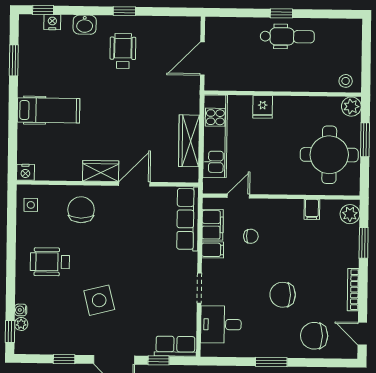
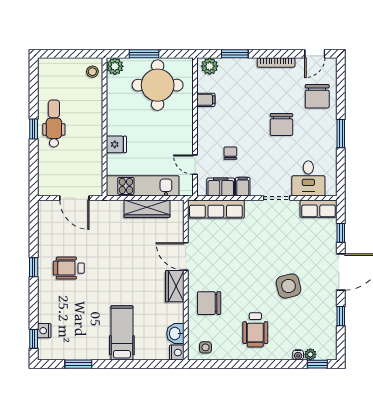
washbasin: (85, 25) -> (175, 333), moved, turned 180
row of seats: (175, 346) -> (319, 209), moved, turned -90

